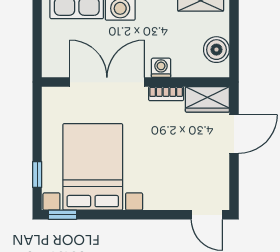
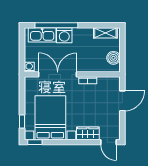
washing machine: (161, 68) -> (29, 67), moved
wardrobe: (207, 99) -> (88, 133), moved, turned 180

